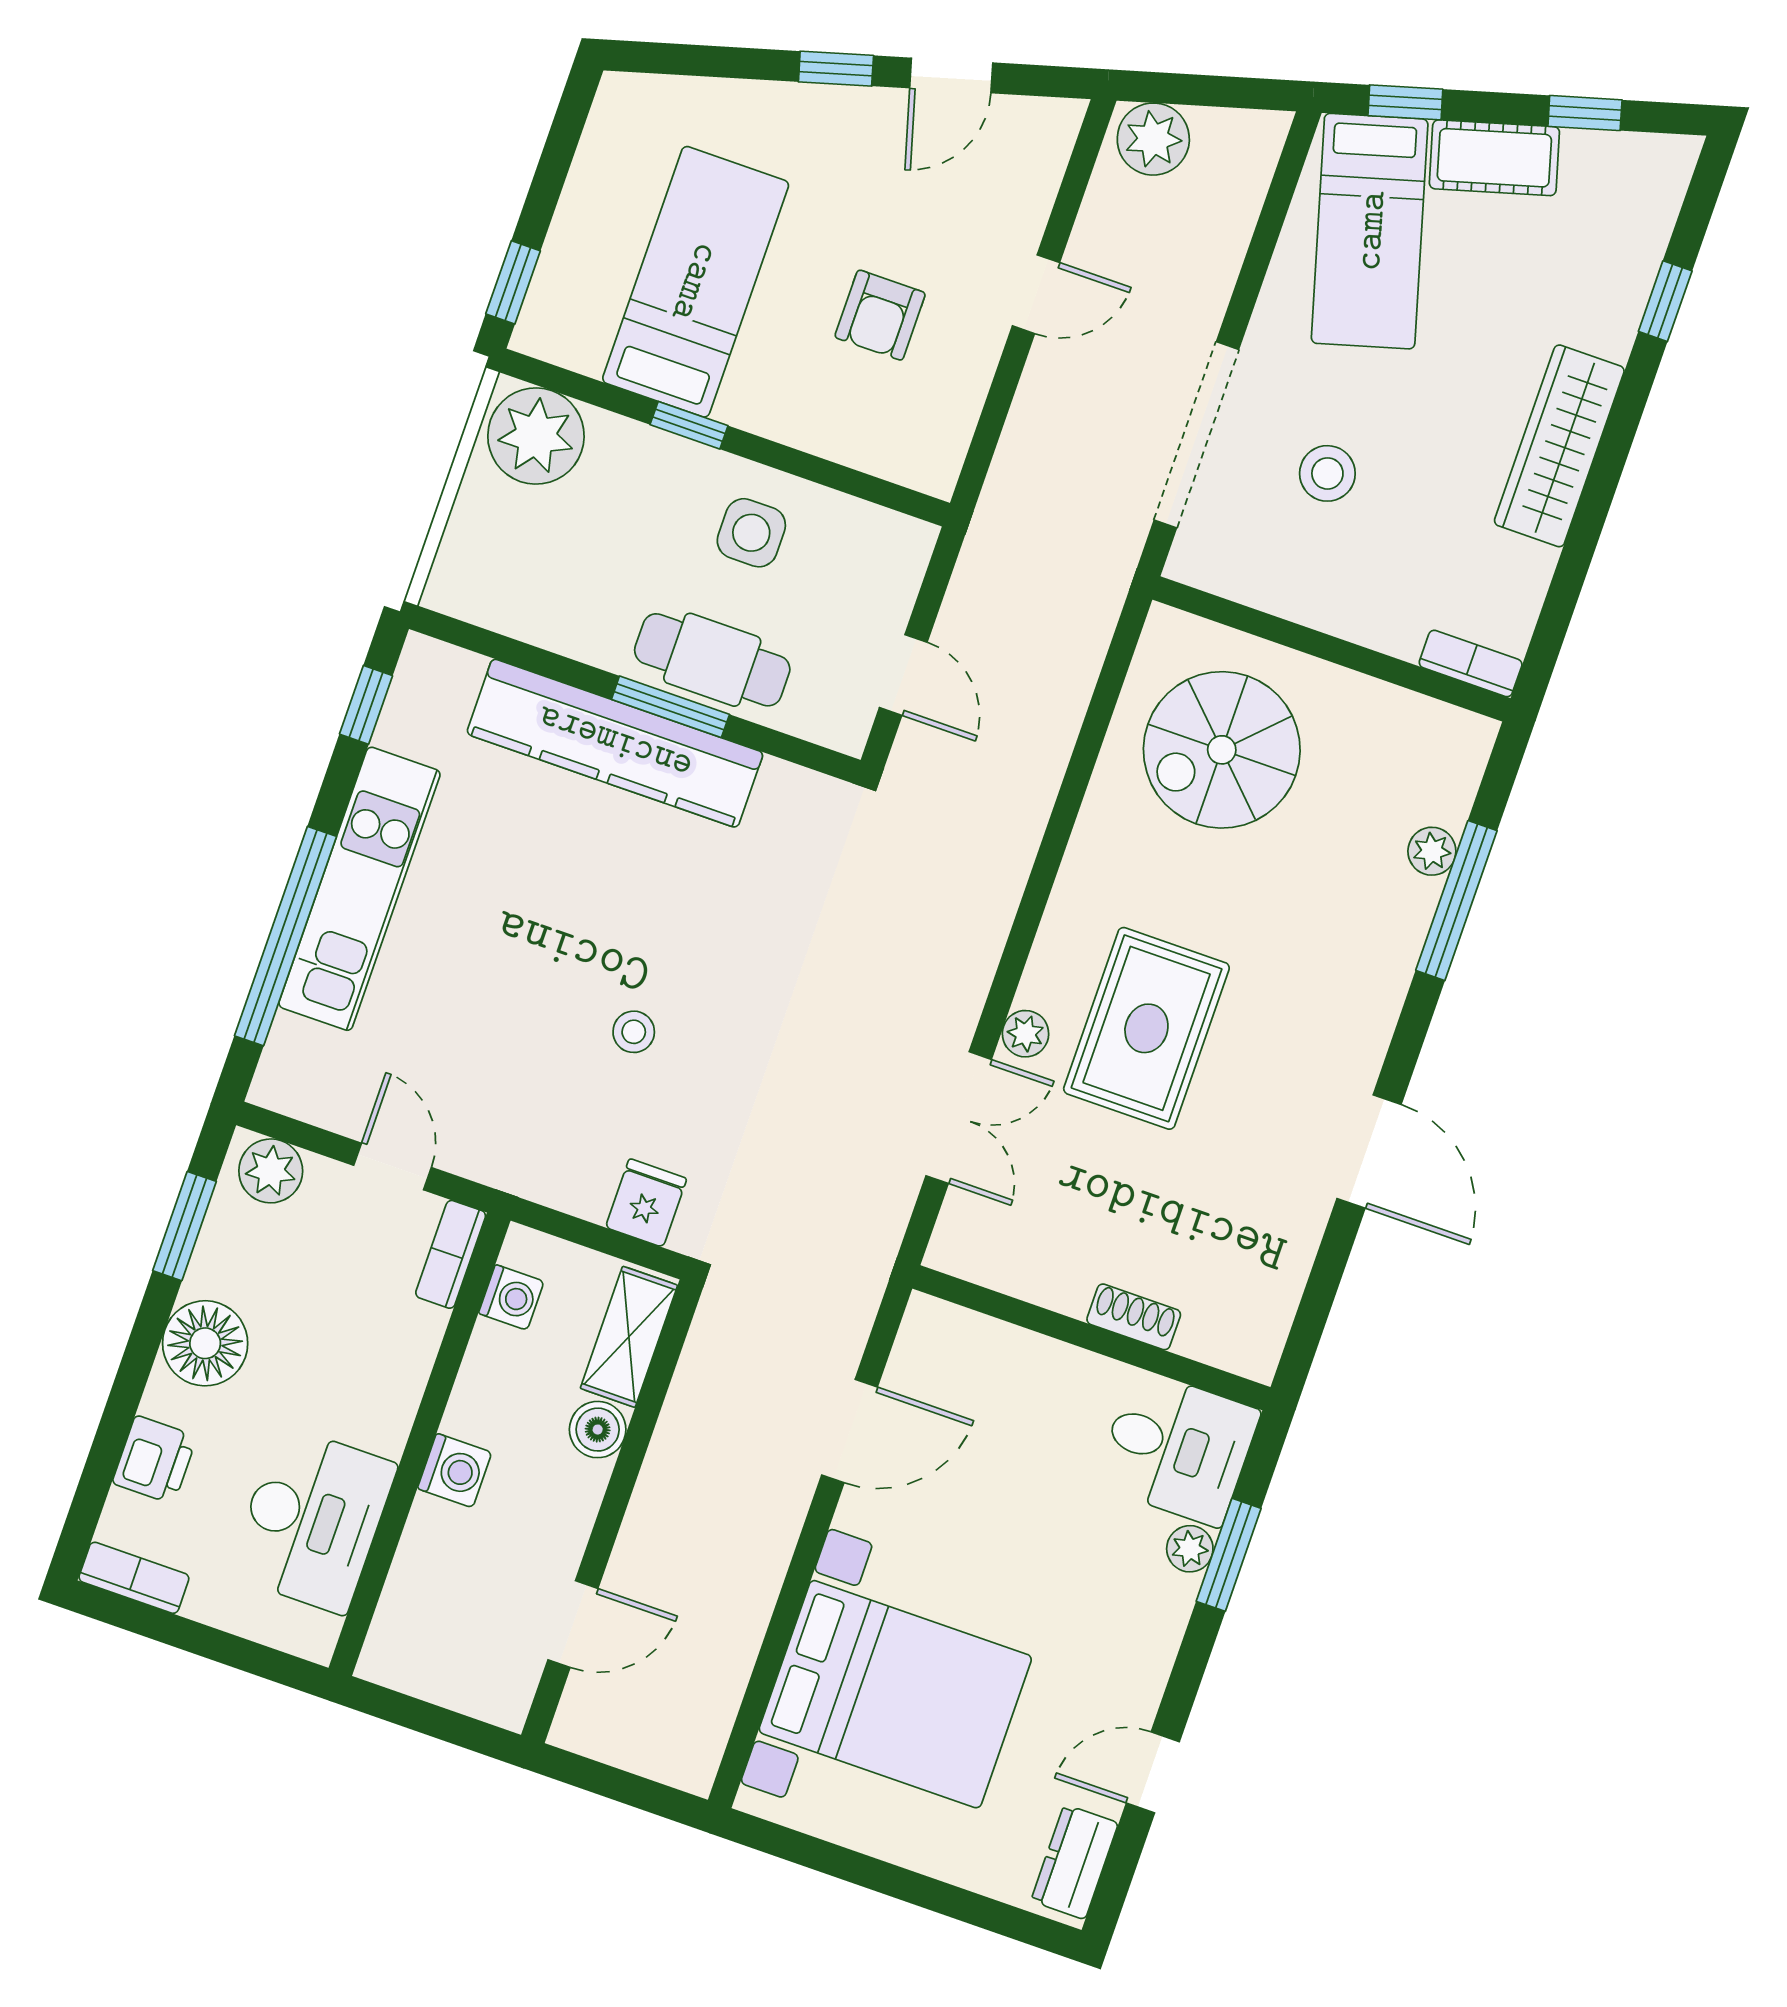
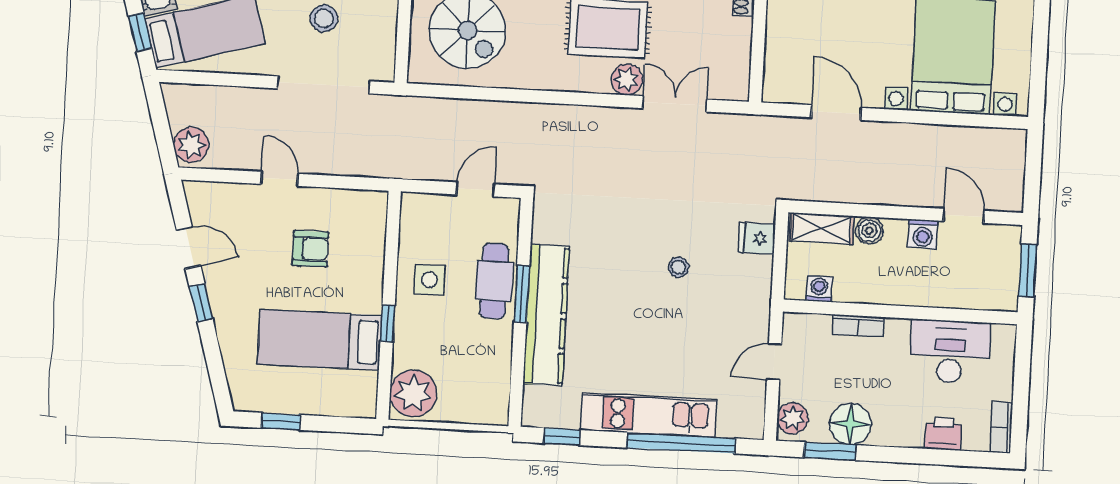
window: (513, 282) -> (281, 421), moved
plant: (1026, 1034) -> (627, 80), width x1.38, depth x1.38
bookcase: (451, 1254) -> (858, 326), moved
floor lamp: (205, 1343) -> (850, 424), moved
washing machine: (455, 1470) -> (923, 234), moved, turned 180
window: (428, 1719) -> (1028, 271), added

